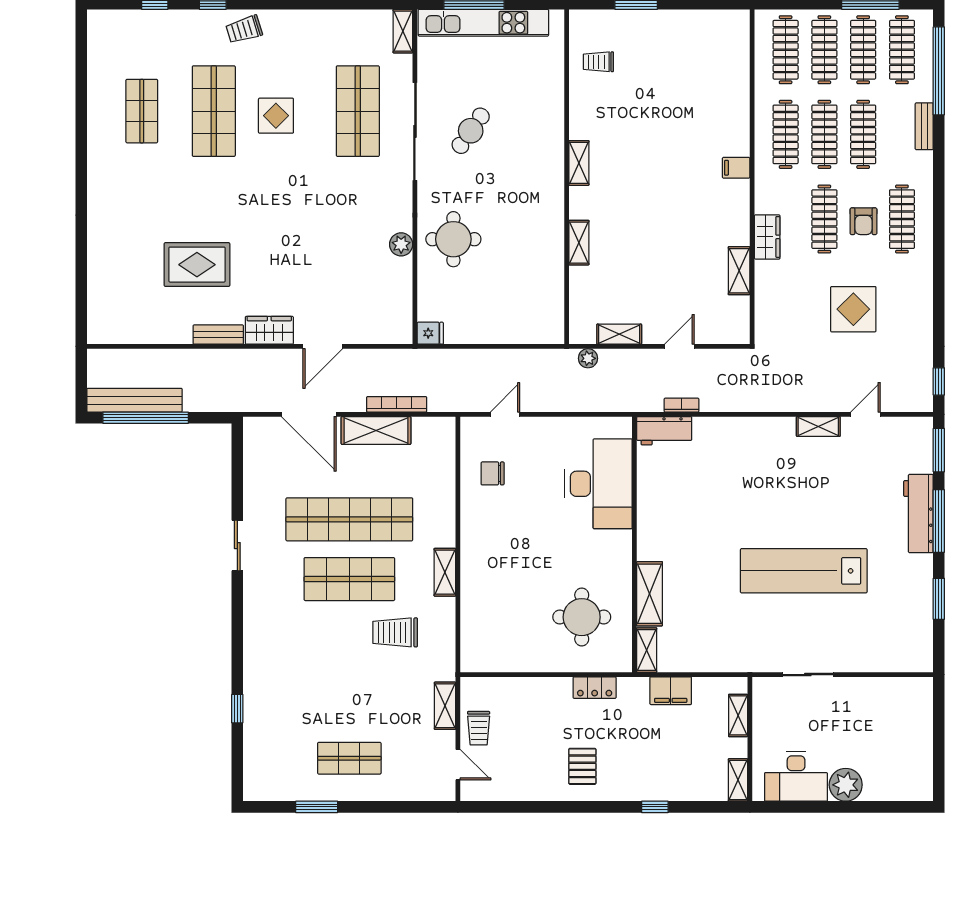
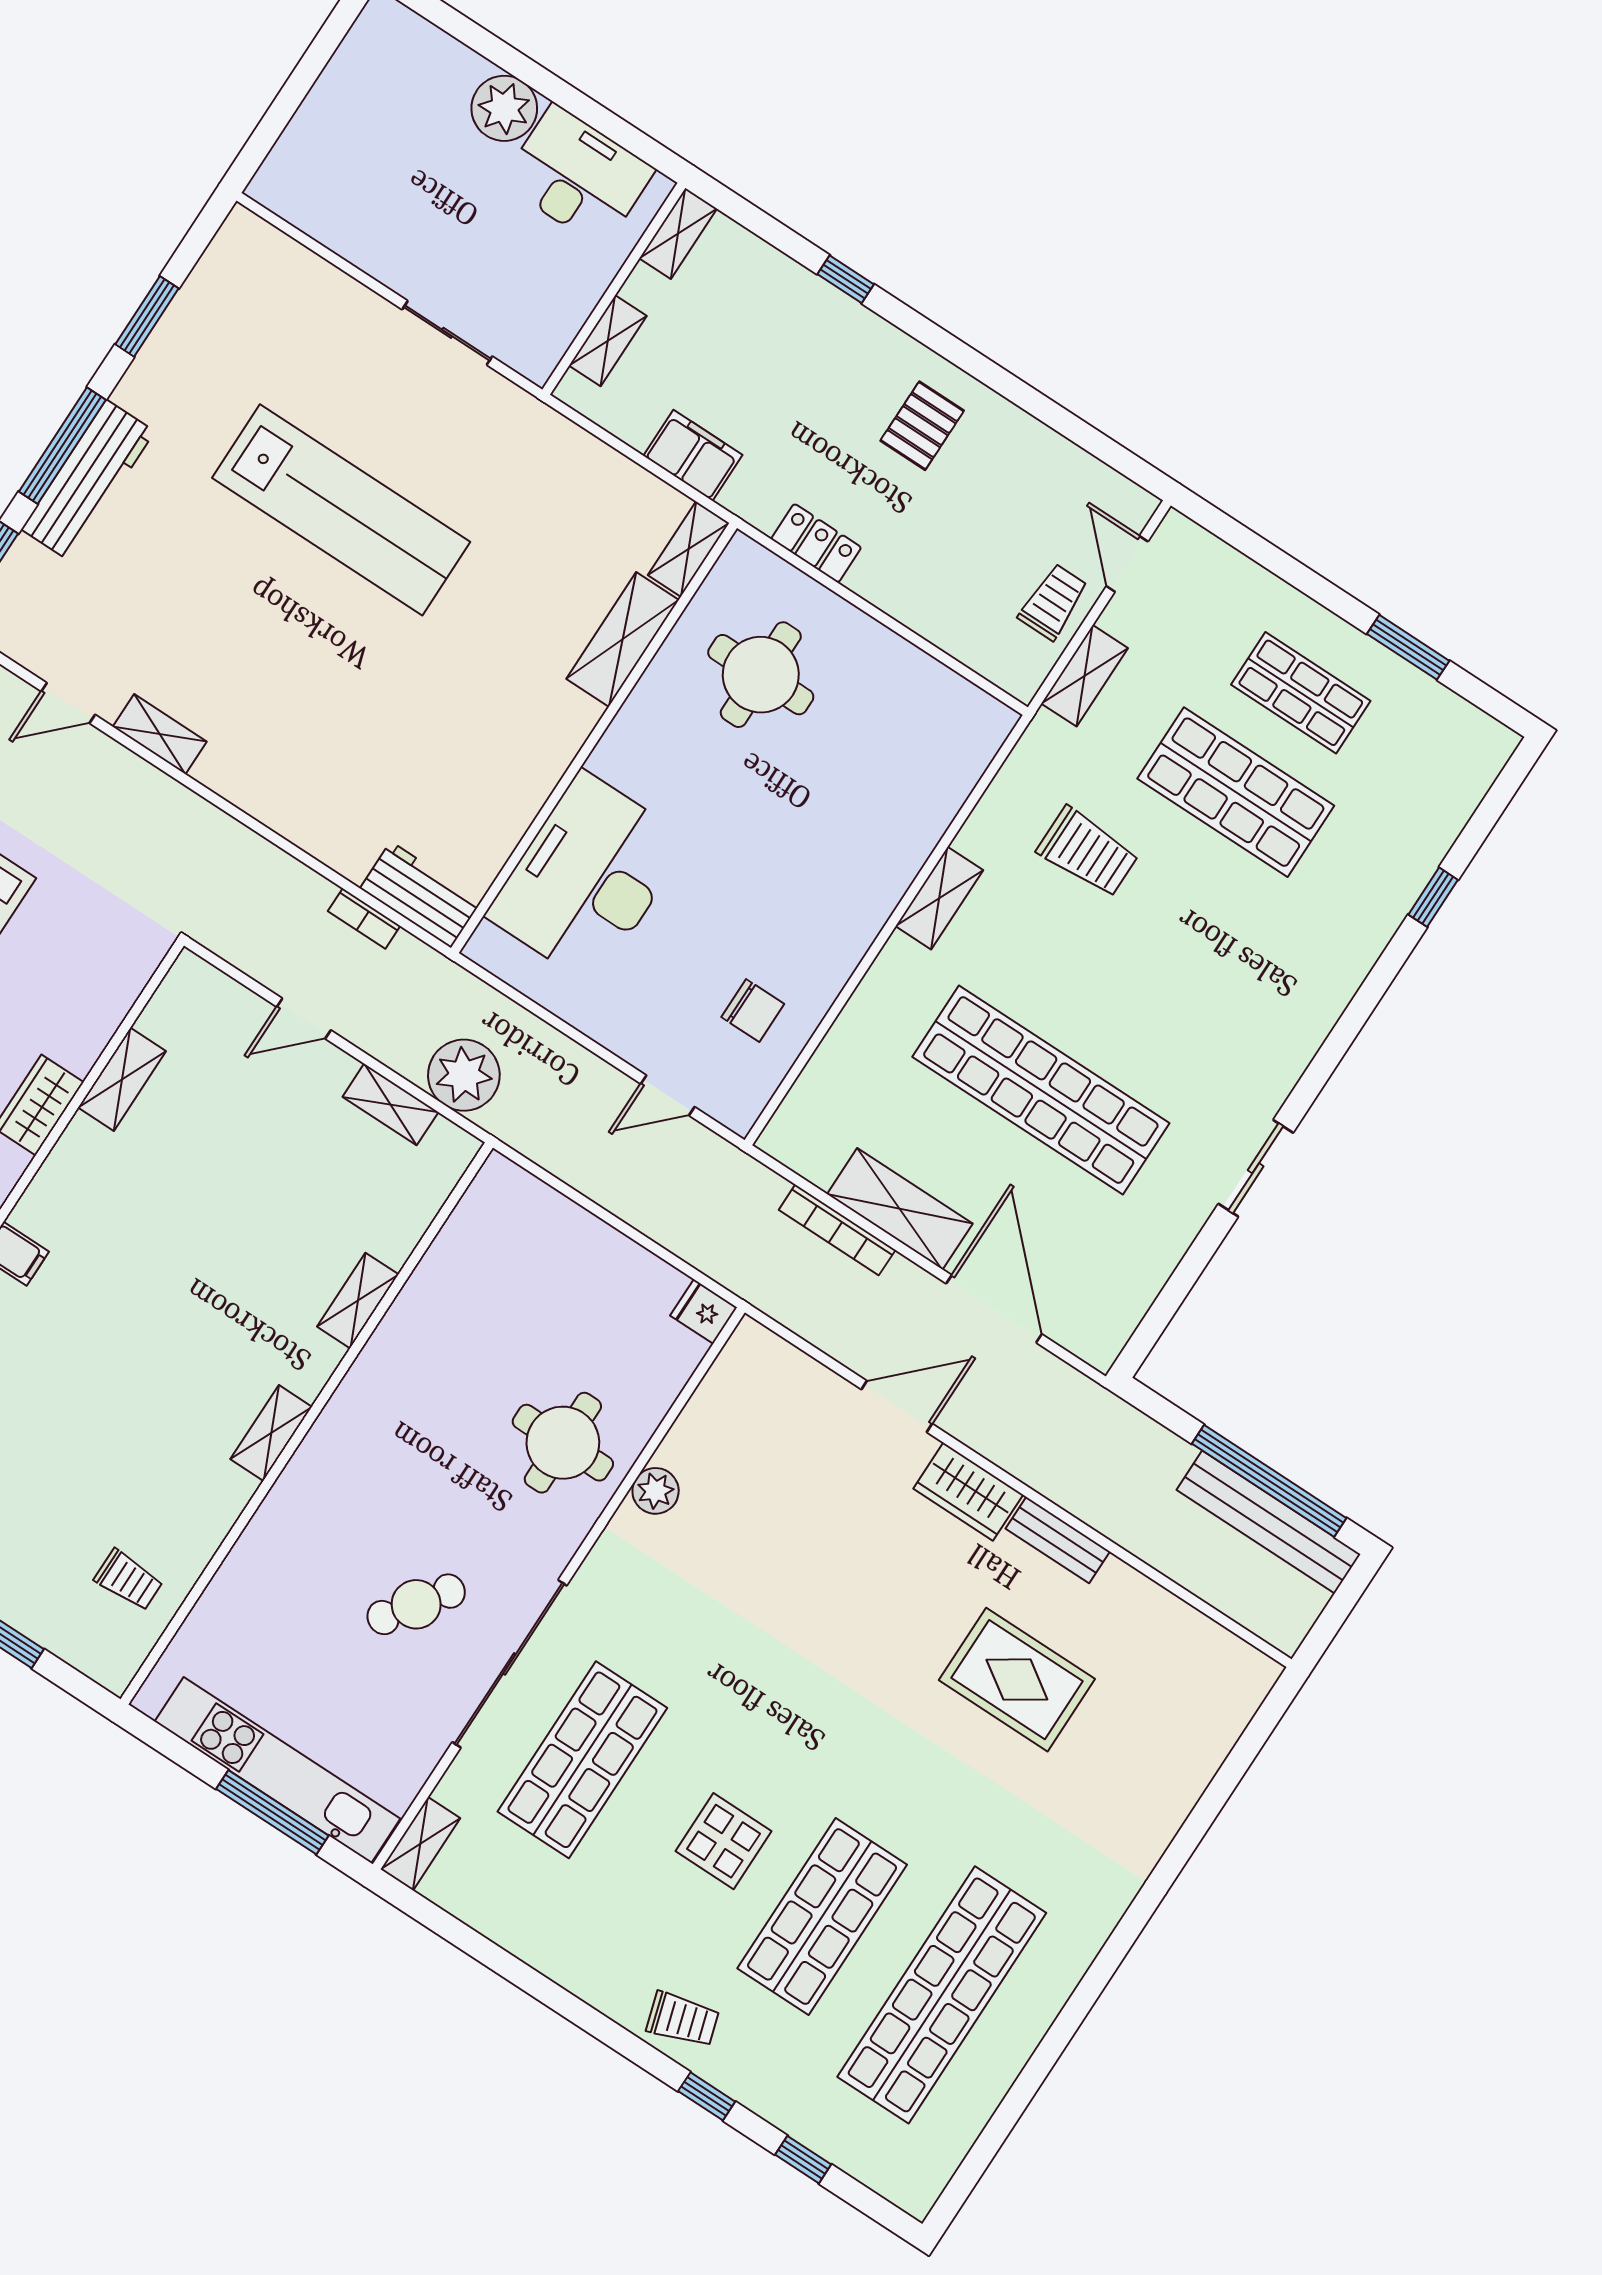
shop shelf: (142, 111) -> (942, 1995), width x2.00, depth x1.36
plant: (588, 358) -> (464, 1075), width x1.88, depth x1.88
shop shelf: (349, 579) -> (1236, 792), moved

